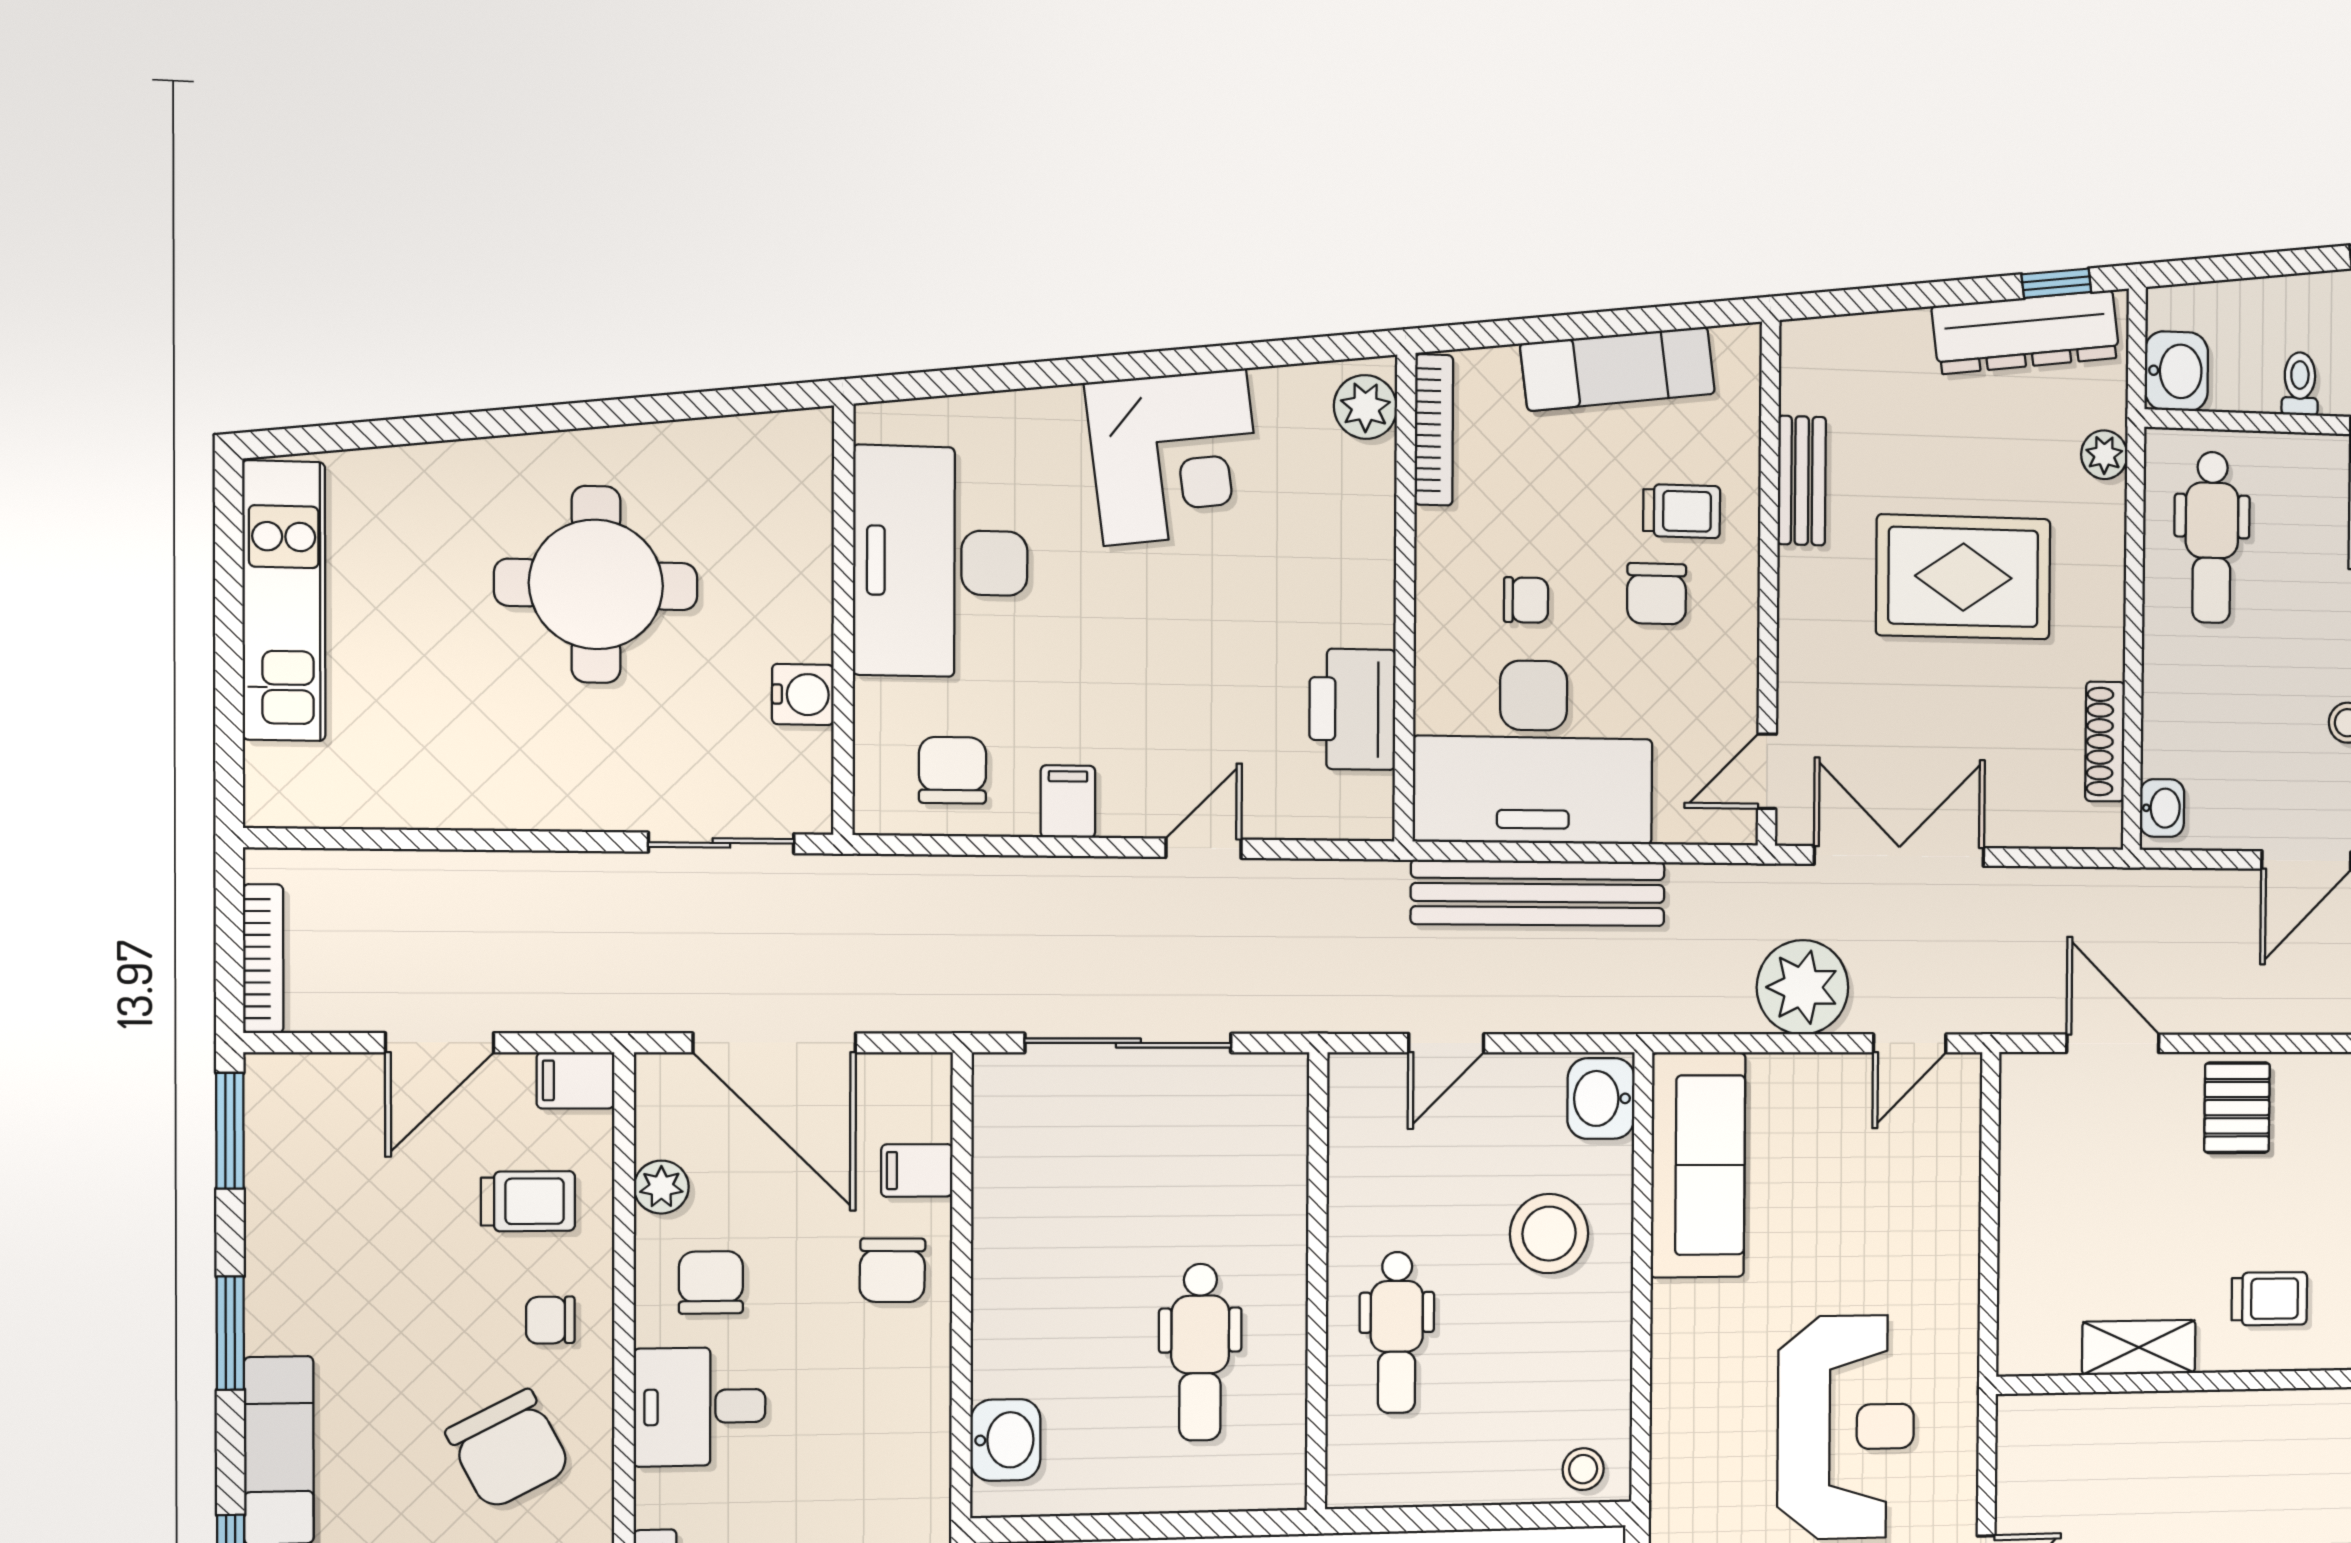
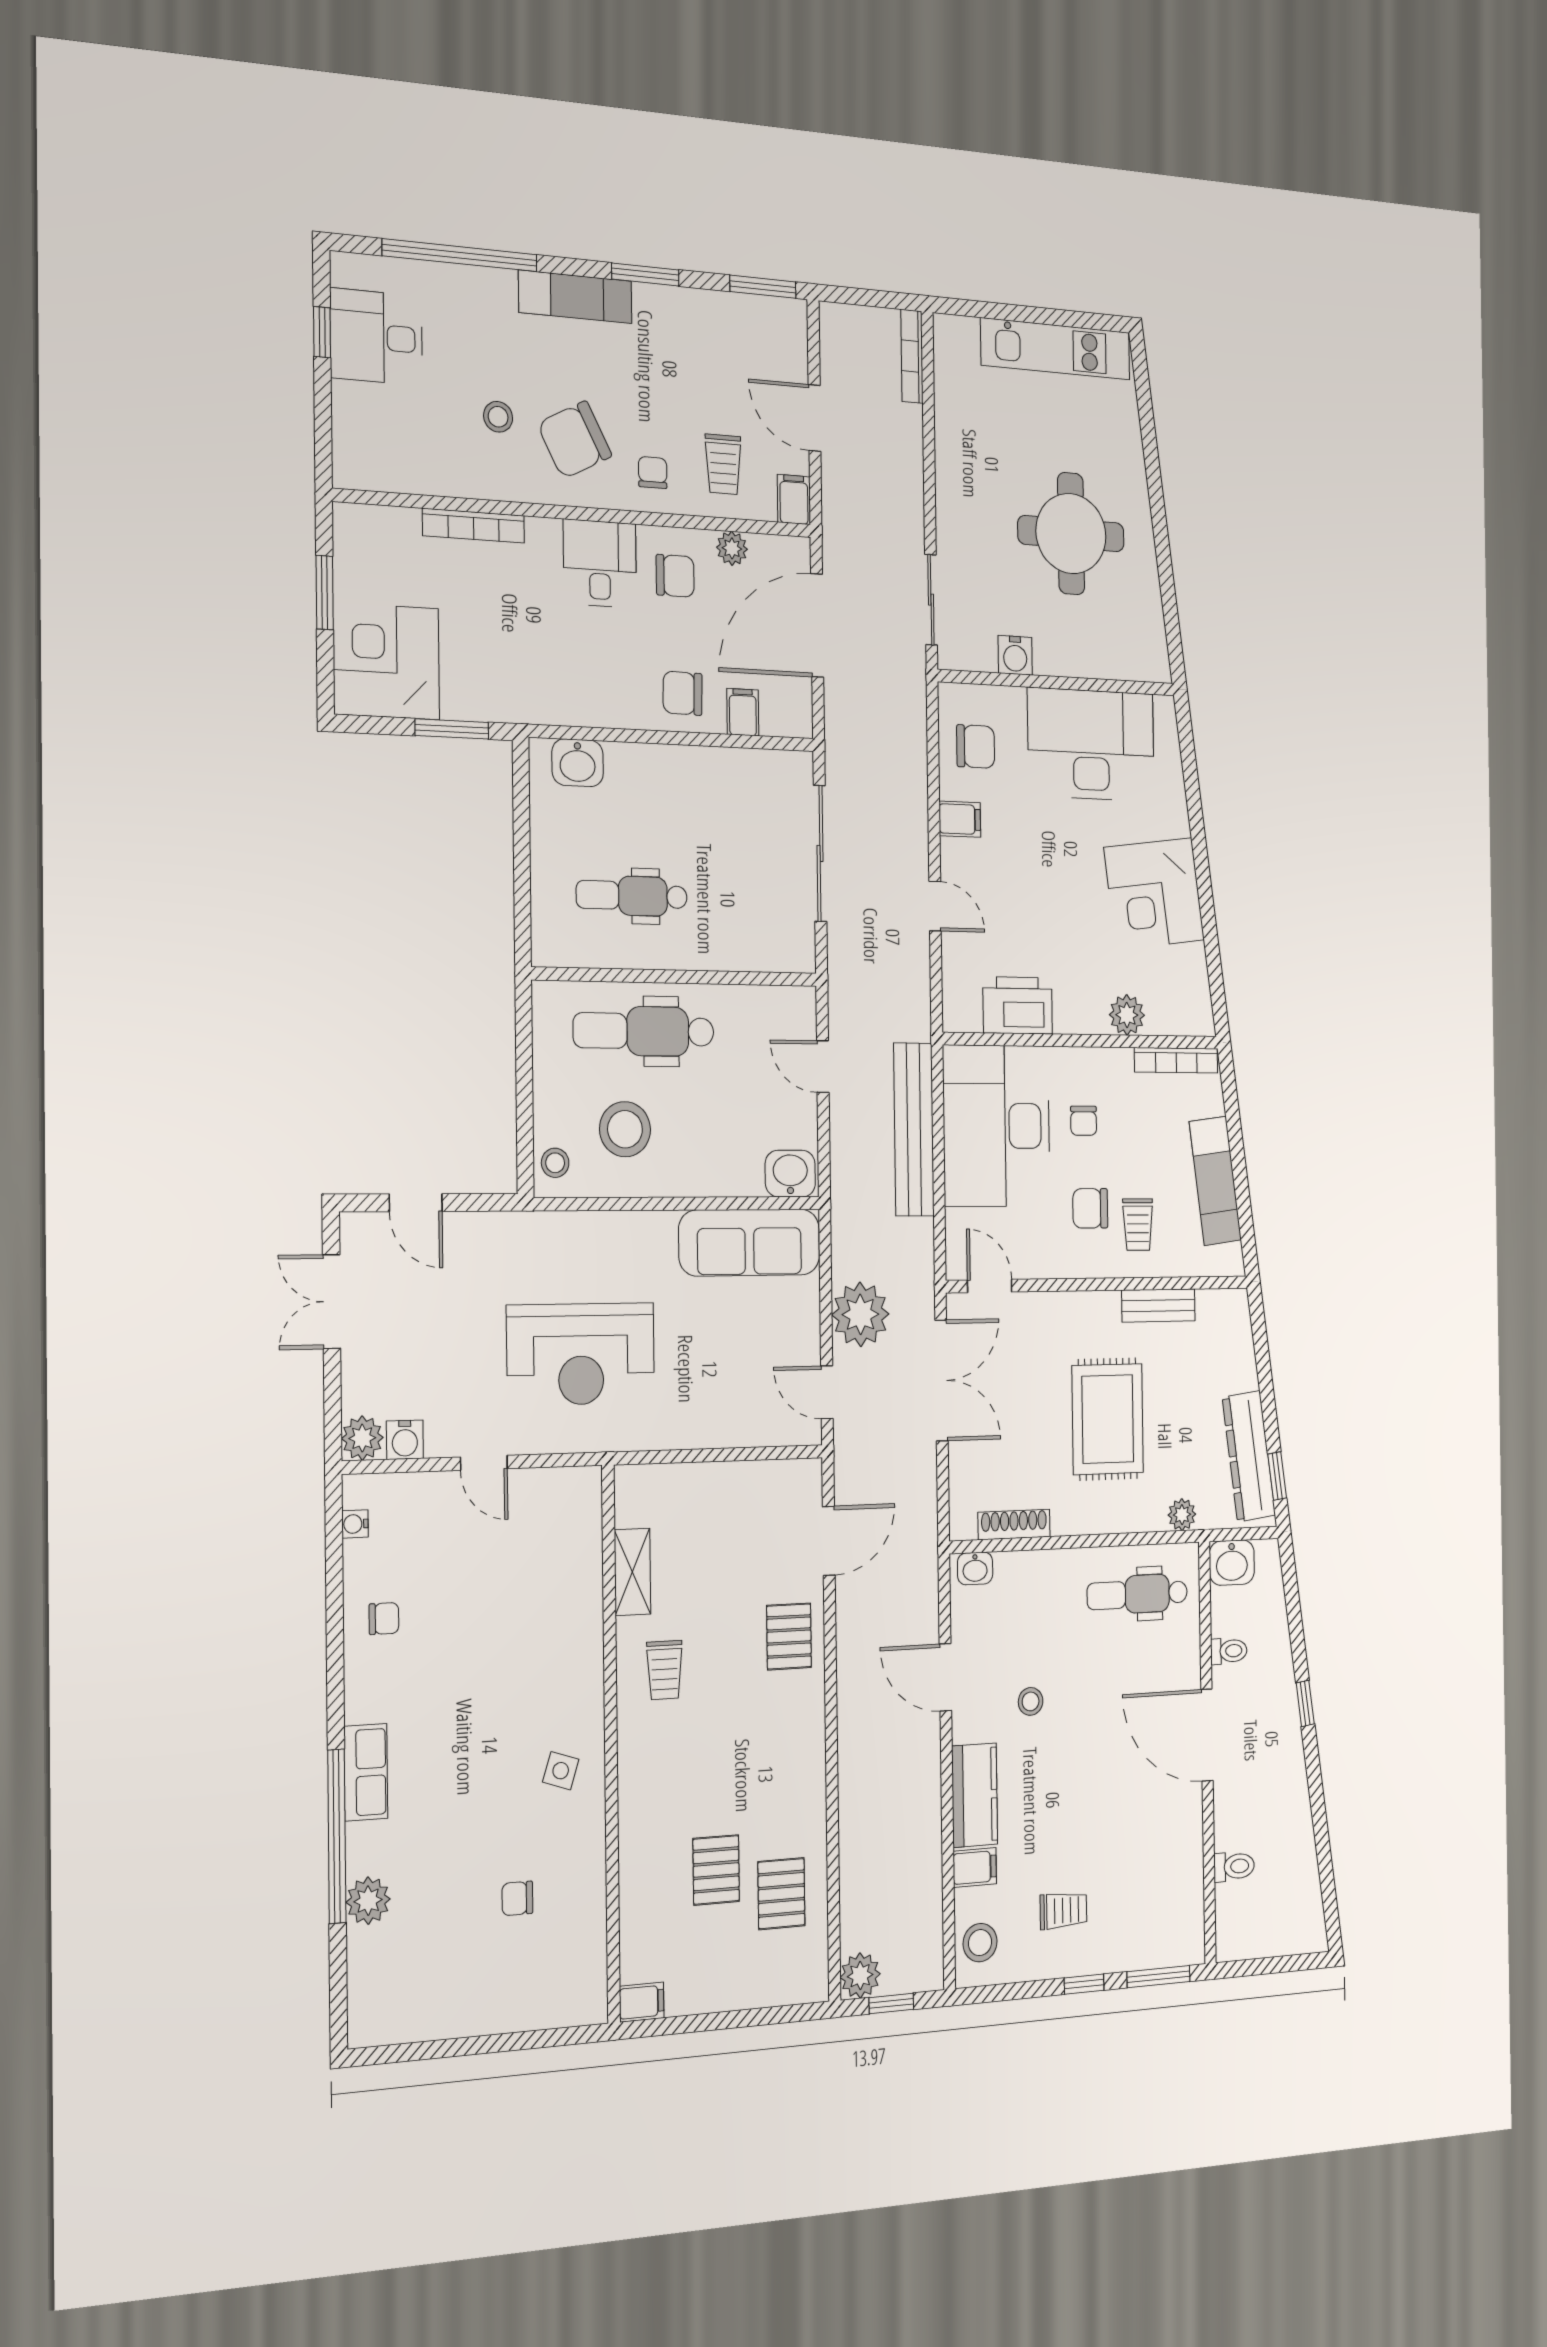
plant: (1365, 407) -> (1127, 1015), moved
bookcase: (263, 959) -> (912, 356), moved, turned 90
pallet: (2237, 1108) -> (789, 1636), turned 90
stool: (1549, 1234) -> (625, 1129), moved
dental chair: (1397, 1332) -> (644, 1031), width x1.36, depth x1.38

